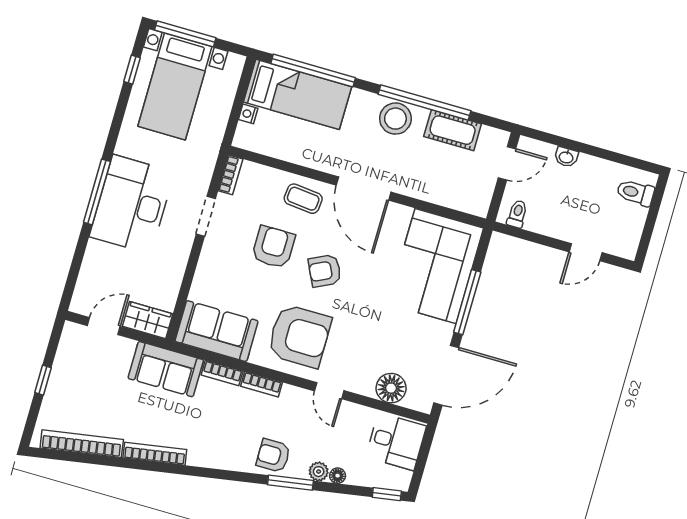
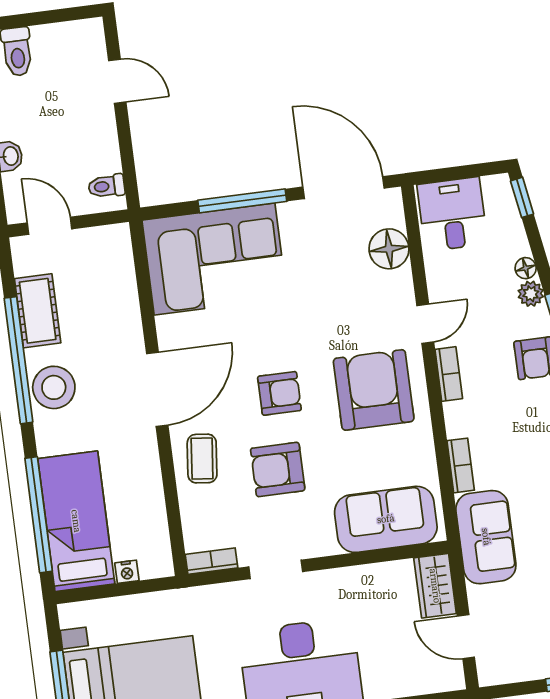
armchair: (325, 271) -> (279, 393), turned -64
sofa: (217, 331) -> (386, 519), moved, turned 90
bookcase: (261, 384) -> (449, 374), moved

